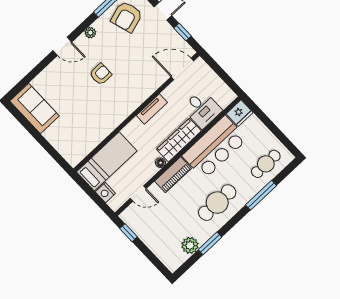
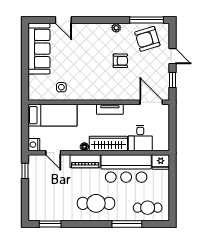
door: (62, 46) -> (63, 20), moved
armchair: (101, 74) -> (120, 61), moved
sofa: (35, 109) -> (39, 49), width x1.36
side table: (91, 130) -> (61, 87), added
nightstand: (105, 193) -> (34, 145), moved
window: (210, 243) -> (50, 224), moved
plant: (190, 245) -> (55, 214), removed

